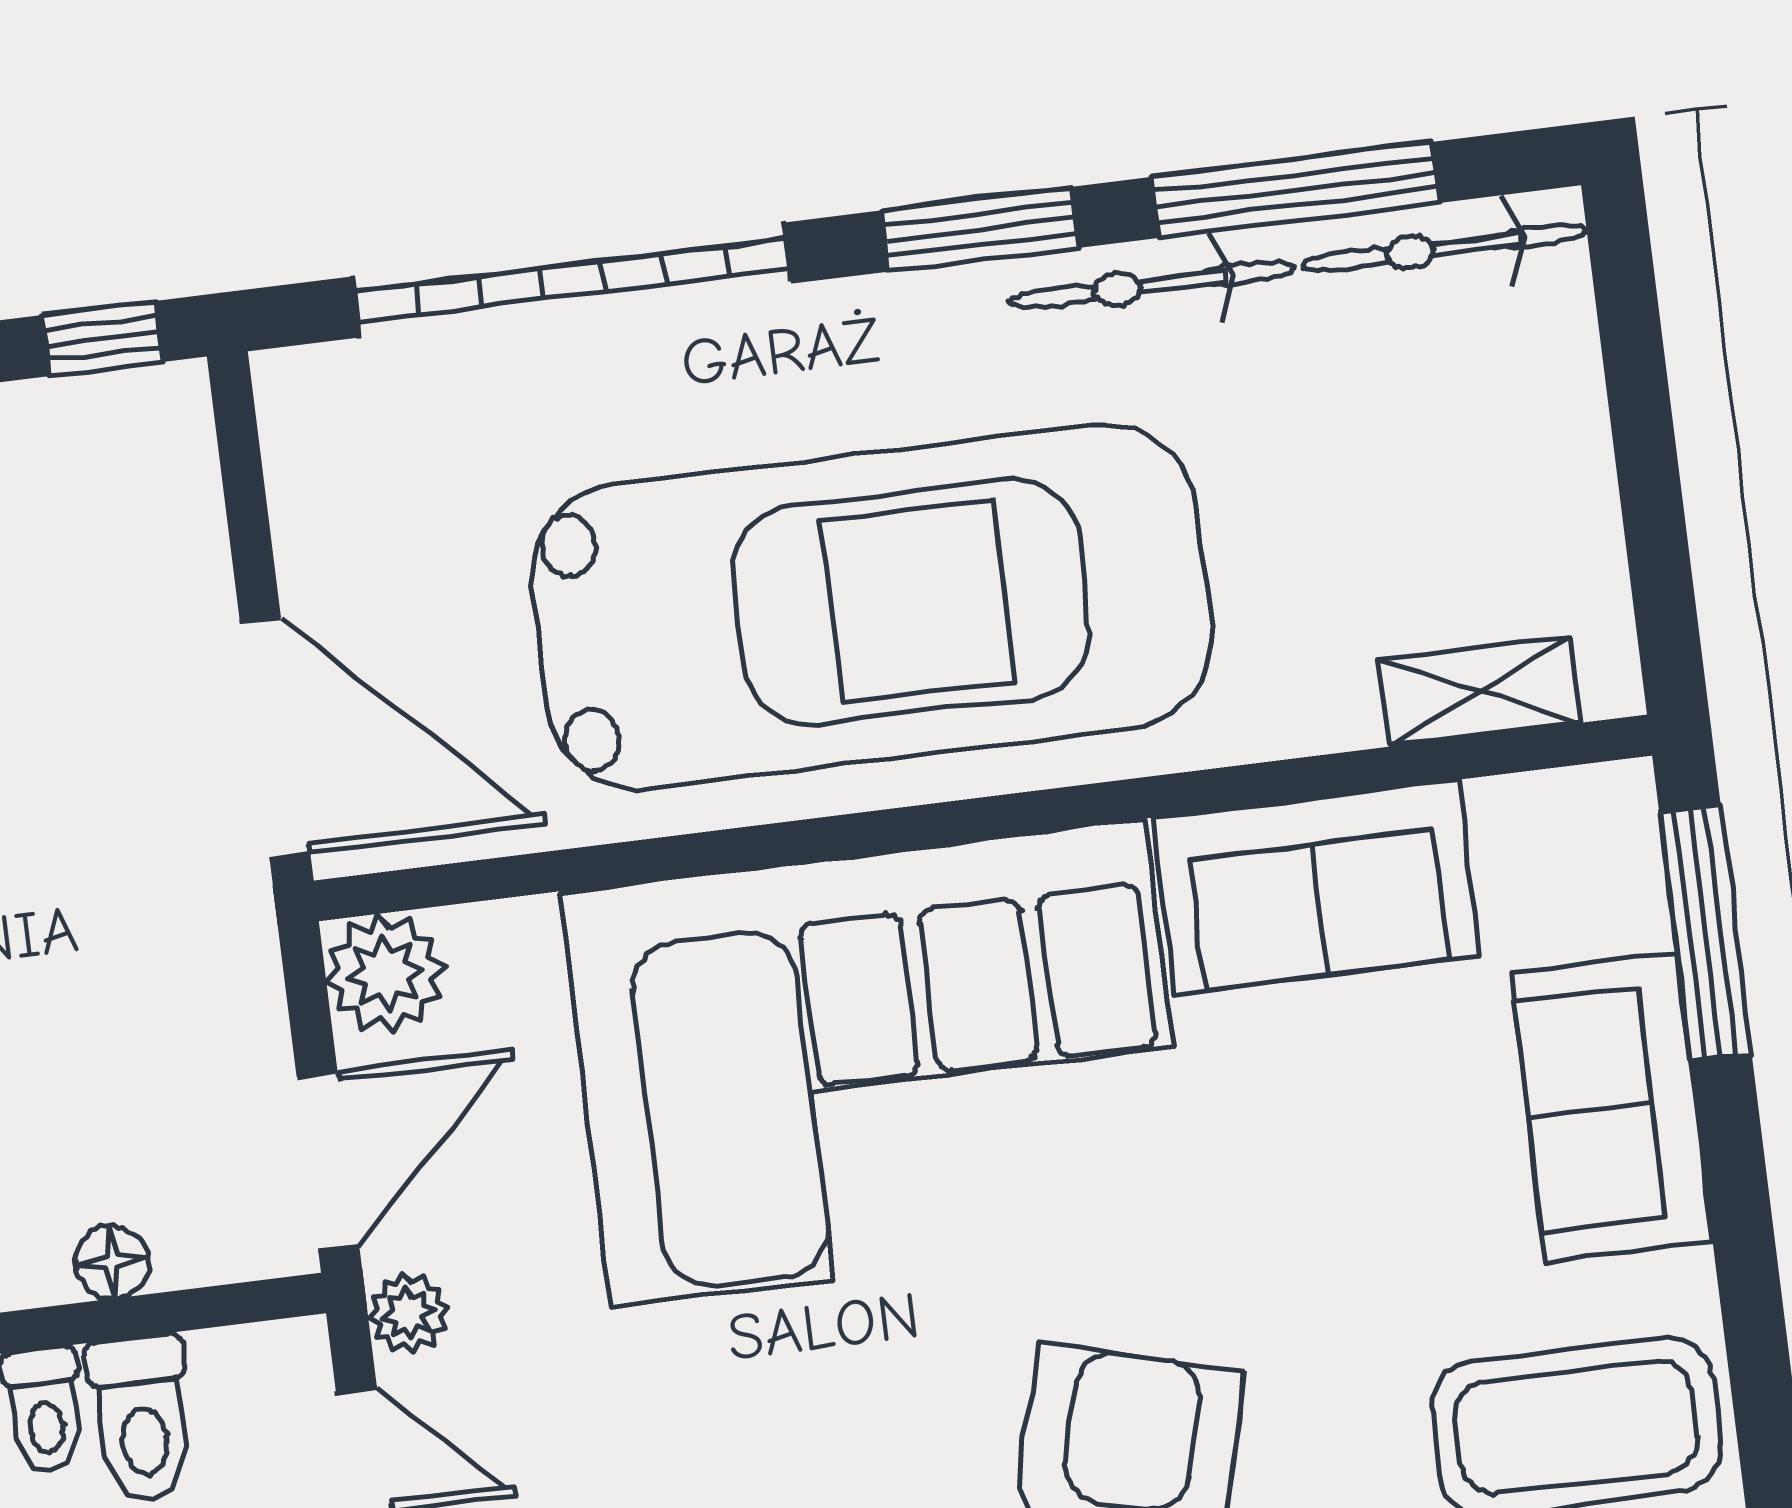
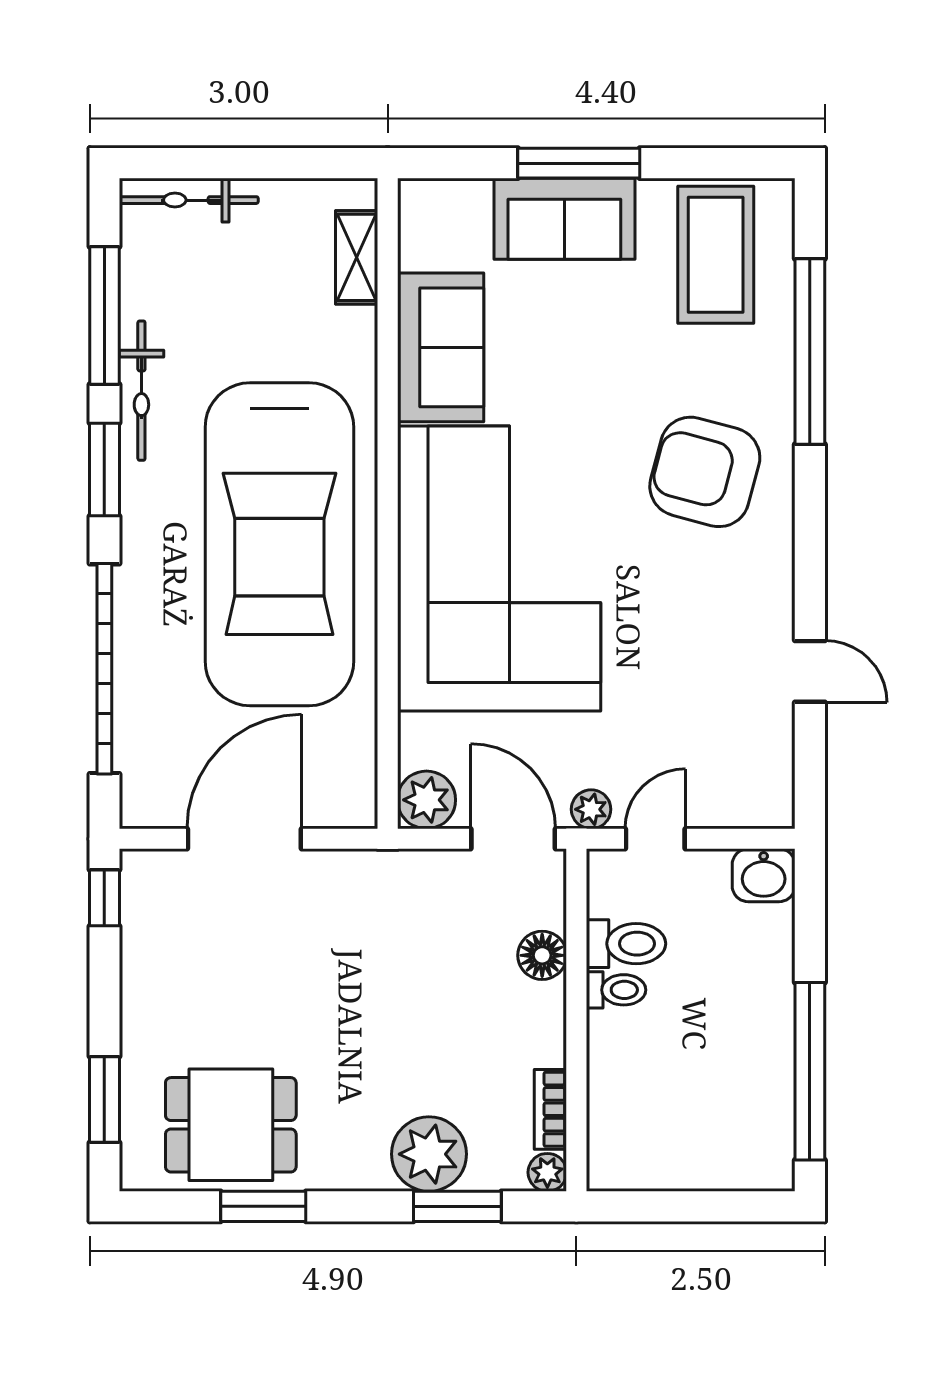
bicycle: (1445, 248) -> (189, 200), moved, turned 90
car: (872, 607) -> (279, 544), turned 180
door: (275, 738) -> (244, 839), moved
window: (1705, 934) -> (579, 163), moved
floor lamp: (112, 1262) -> (542, 955), width x1.37, depth x1.37

